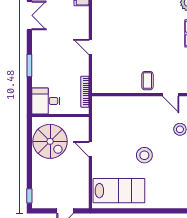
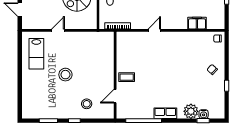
door: (90, 149) -> (58, 30), moved
lab bench: (119, 191) -> (36, 54), width x0.73, depth x0.72

